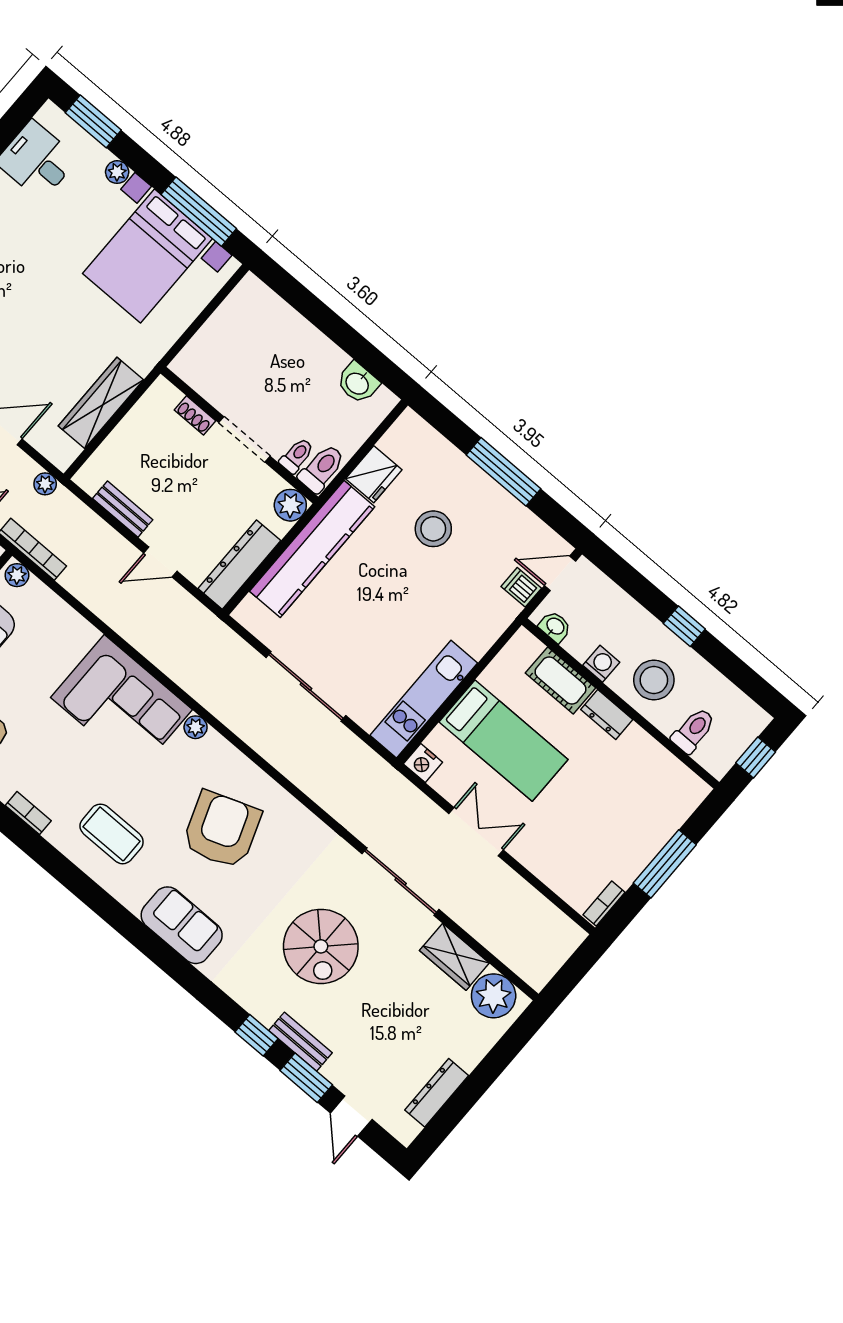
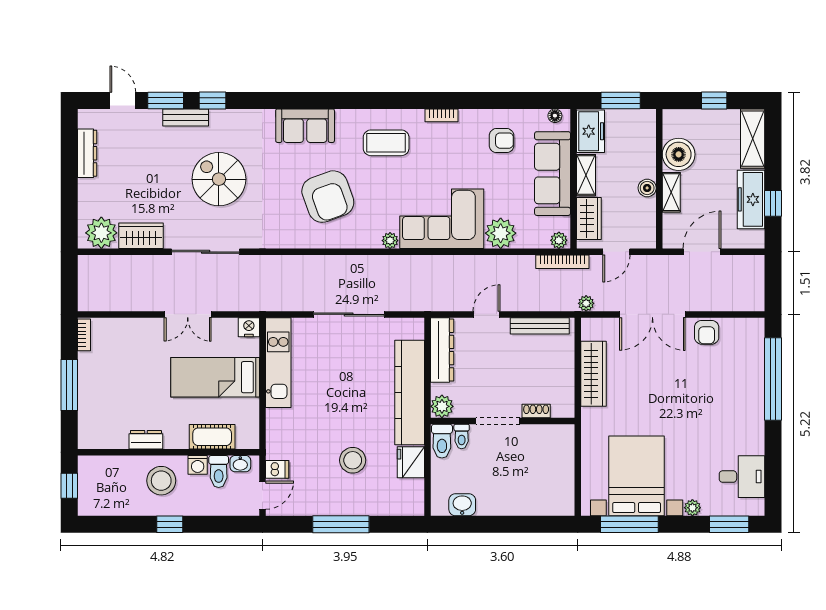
bench: (123, 509) -> (540, 326), width x1.36
plant: (72, 635) -> (501, 233), added
dresser: (607, 714) -> (146, 440), moved
toilet: (693, 730) -> (219, 472), moved

